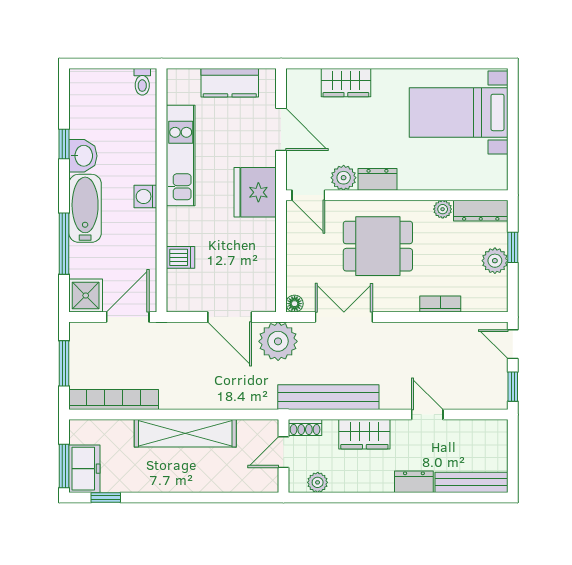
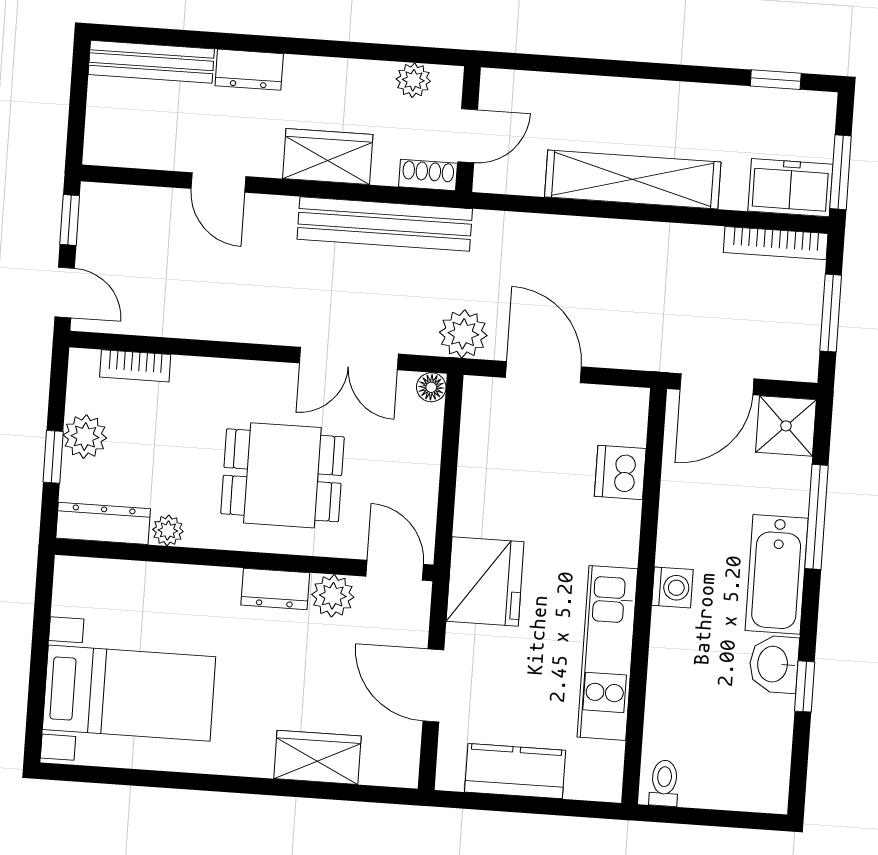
dishwasher: (181, 257) -> (620, 472), width x1.38
bookcase: (440, 304) -> (135, 366), moved
plant: (278, 341) -> (463, 334), width x0.73, depth x0.73
bookcase: (114, 400) -> (776, 243), width x0.68, depth x0.76
window: (64, 466) -> (841, 172), moved
freezer: (84, 469) -> (790, 188), moved, turned 90

